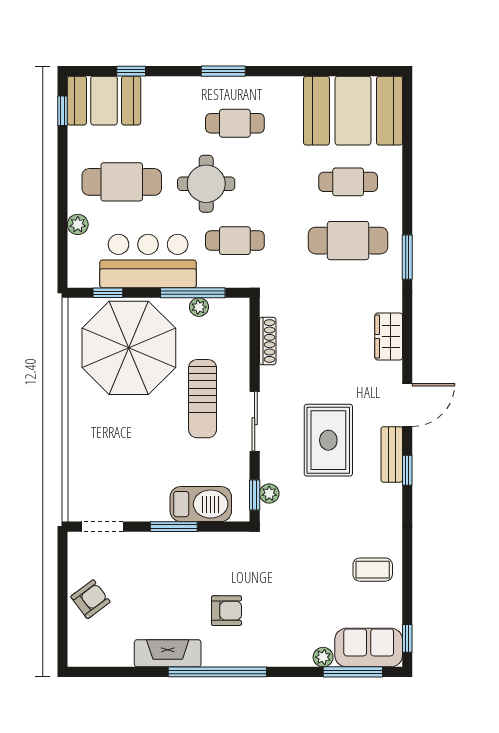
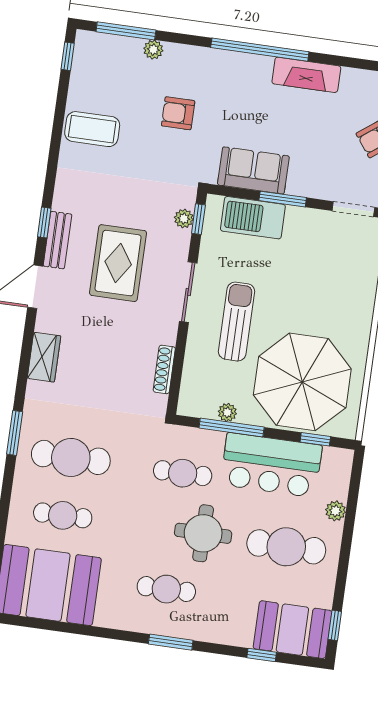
coffee table: (373, 570) -> (92, 129), width x1.36, depth x1.30
armchair: (226, 611) -> (178, 113), moved
sofa: (369, 648) -> (253, 170), moved, turned 180

